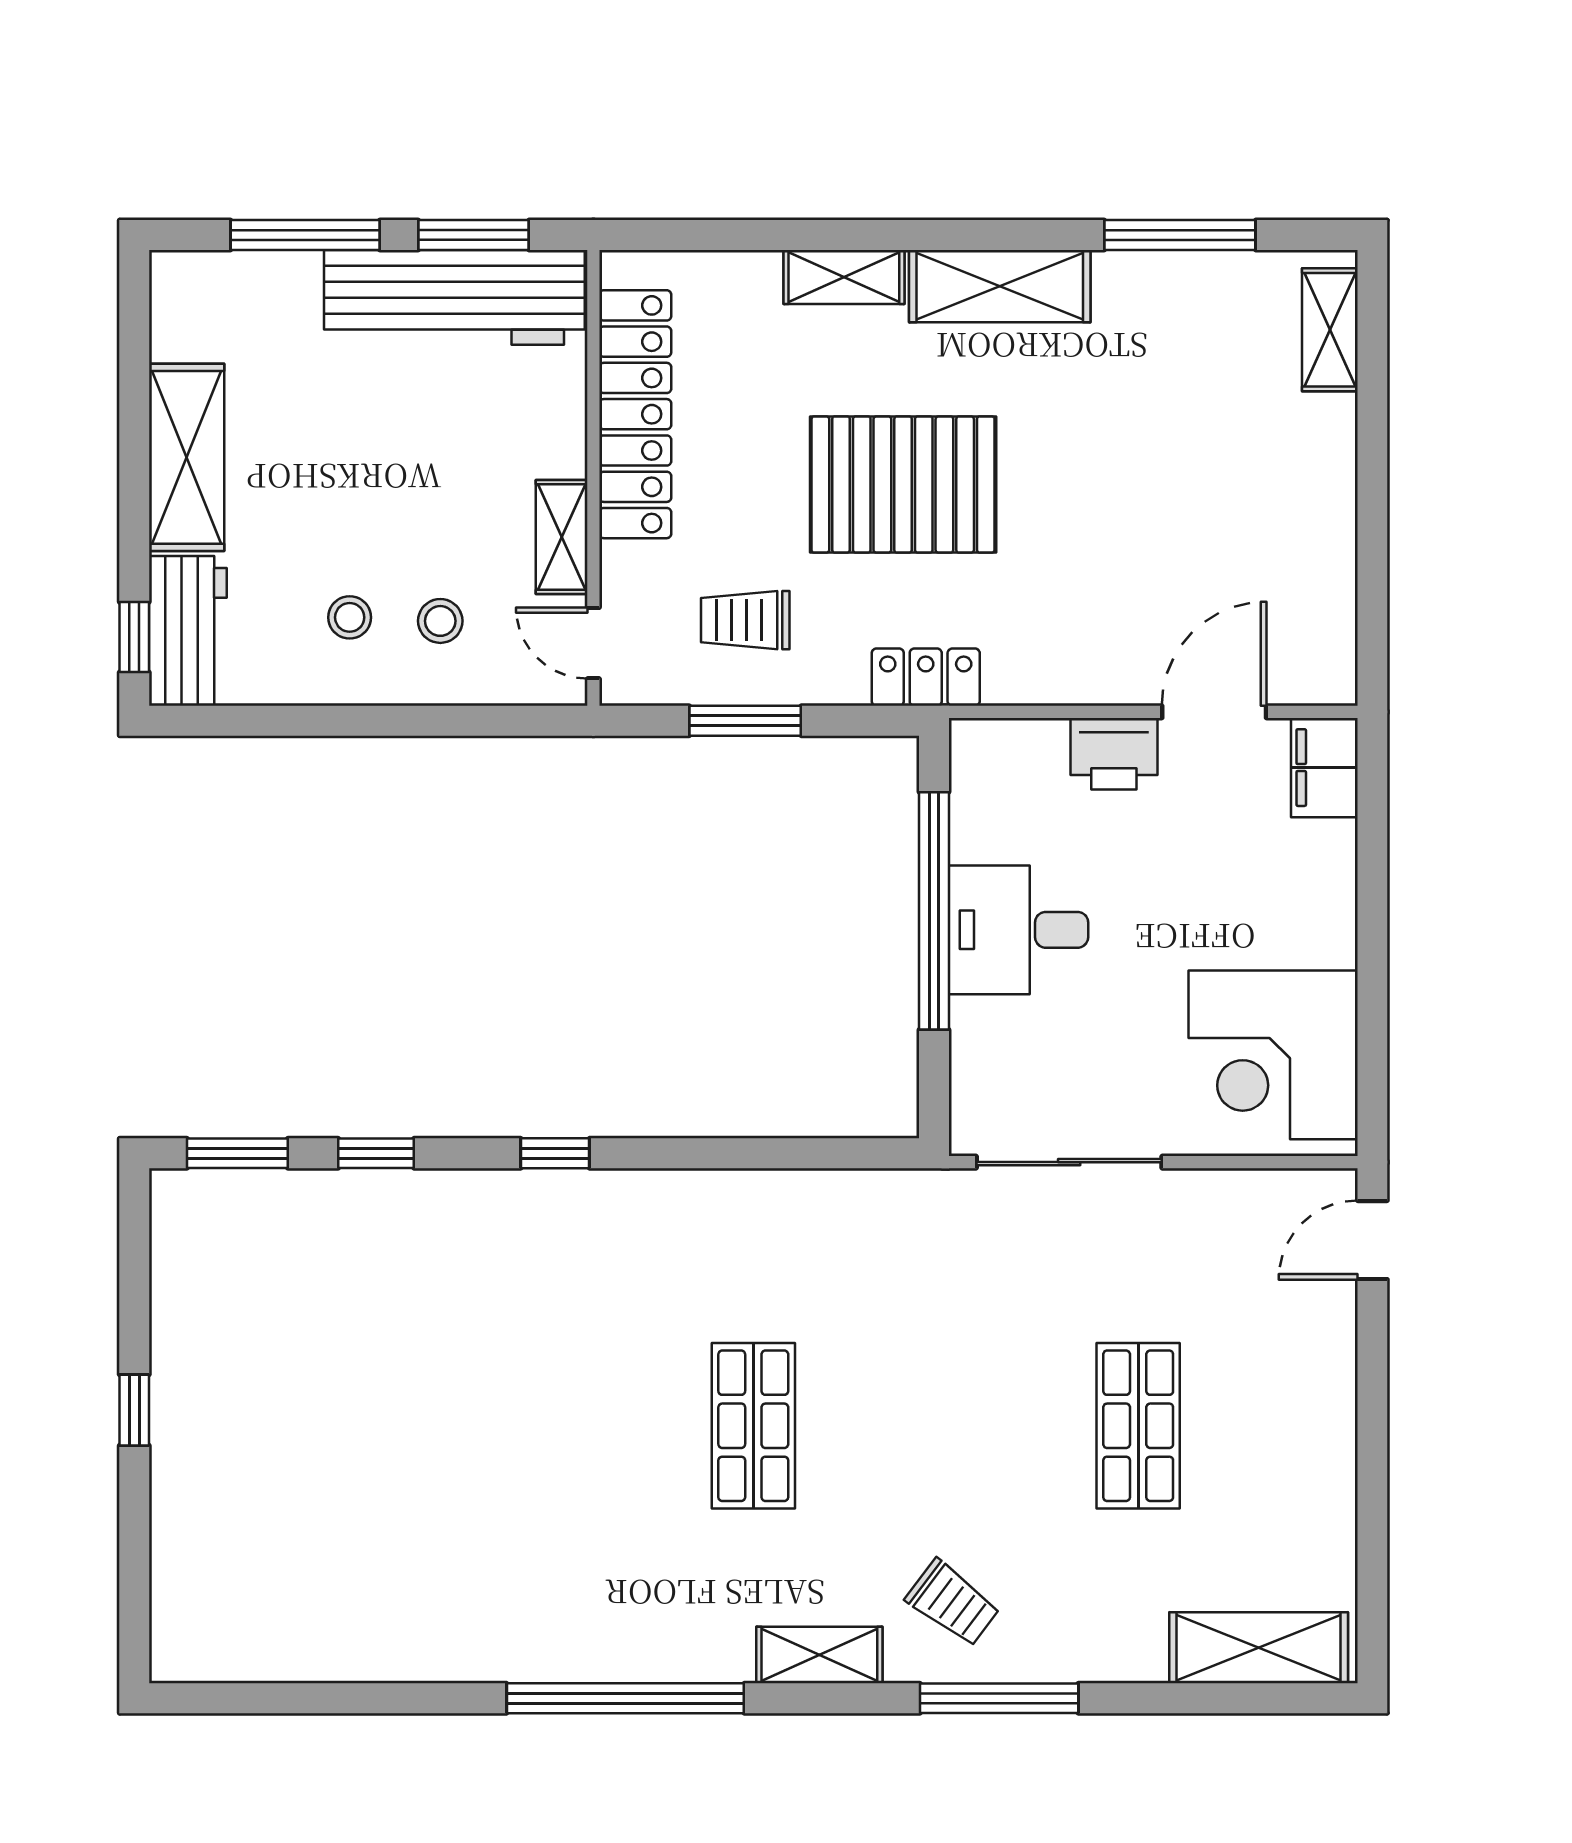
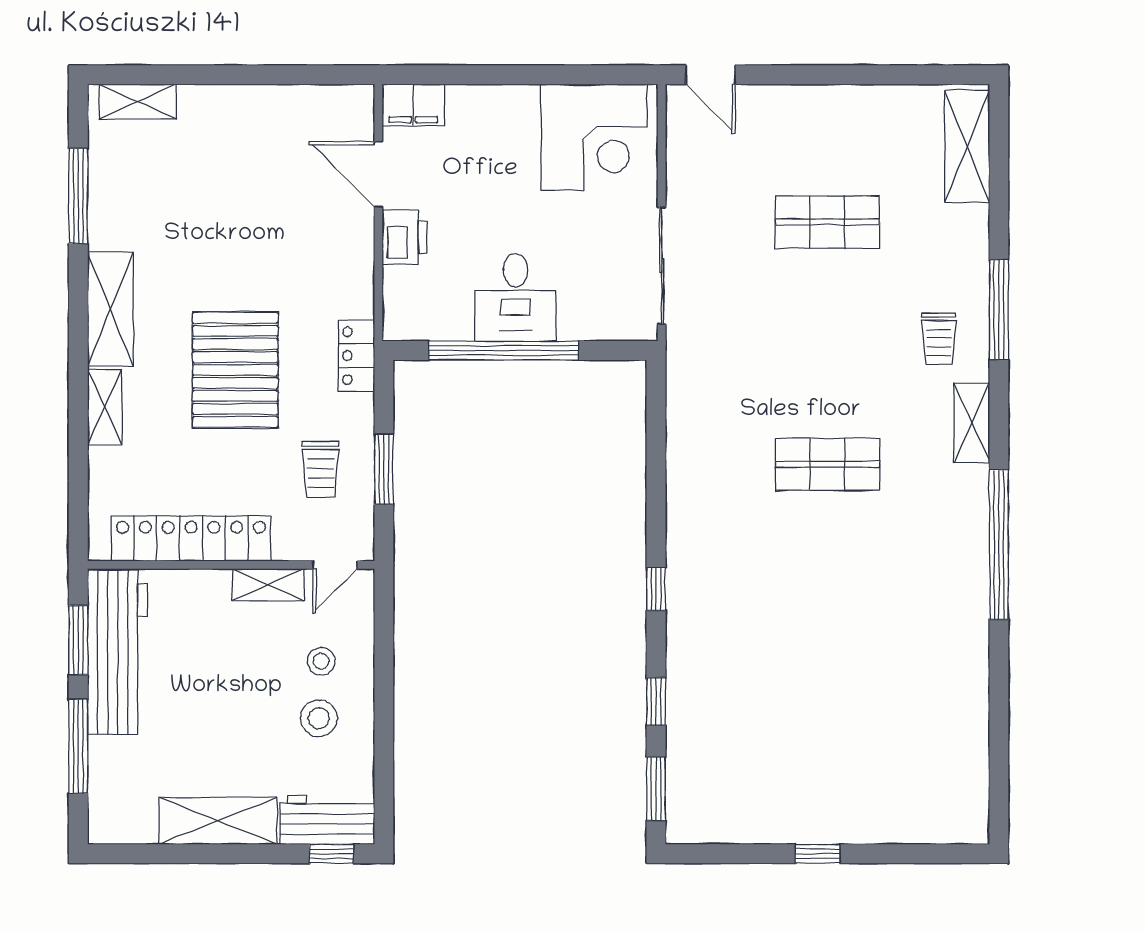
stool: (350, 617) -> (319, 718), width x1.37, depth x1.37
trolley: (953, 1603) -> (939, 339), turned 143

